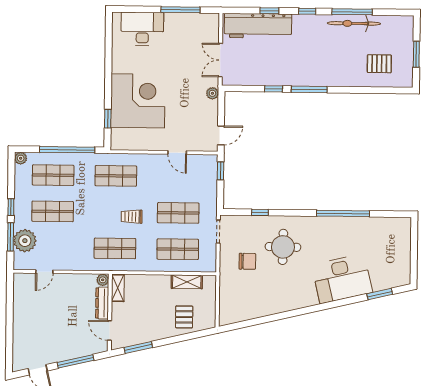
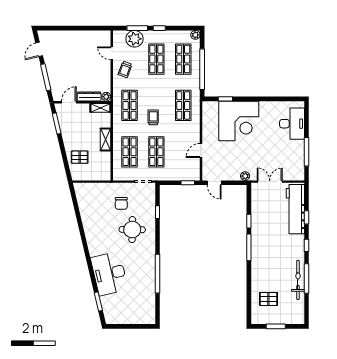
pallet: (379, 64) -> (268, 299), turned 90
trolley: (66, 254) -> (125, 69), added
shelving: (187, 282) -> (106, 139), moved

